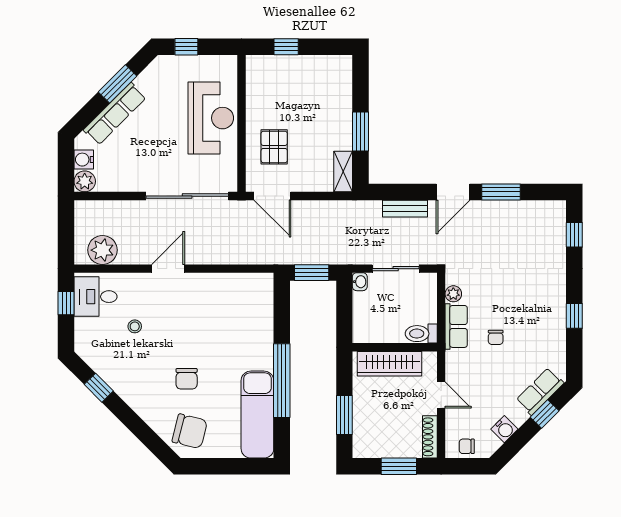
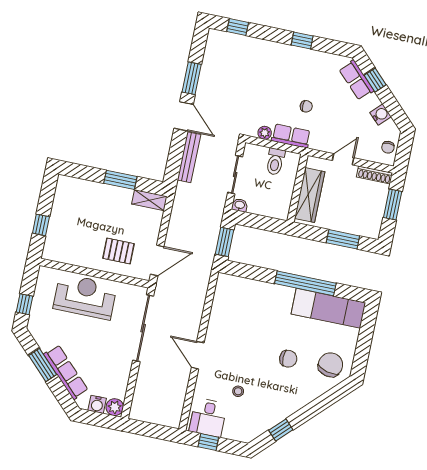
bench: (405, 209) -> (189, 157), width x1.36
plant: (102, 250) -> (172, 404), removed
toilet: (421, 334) -> (275, 162), moved

